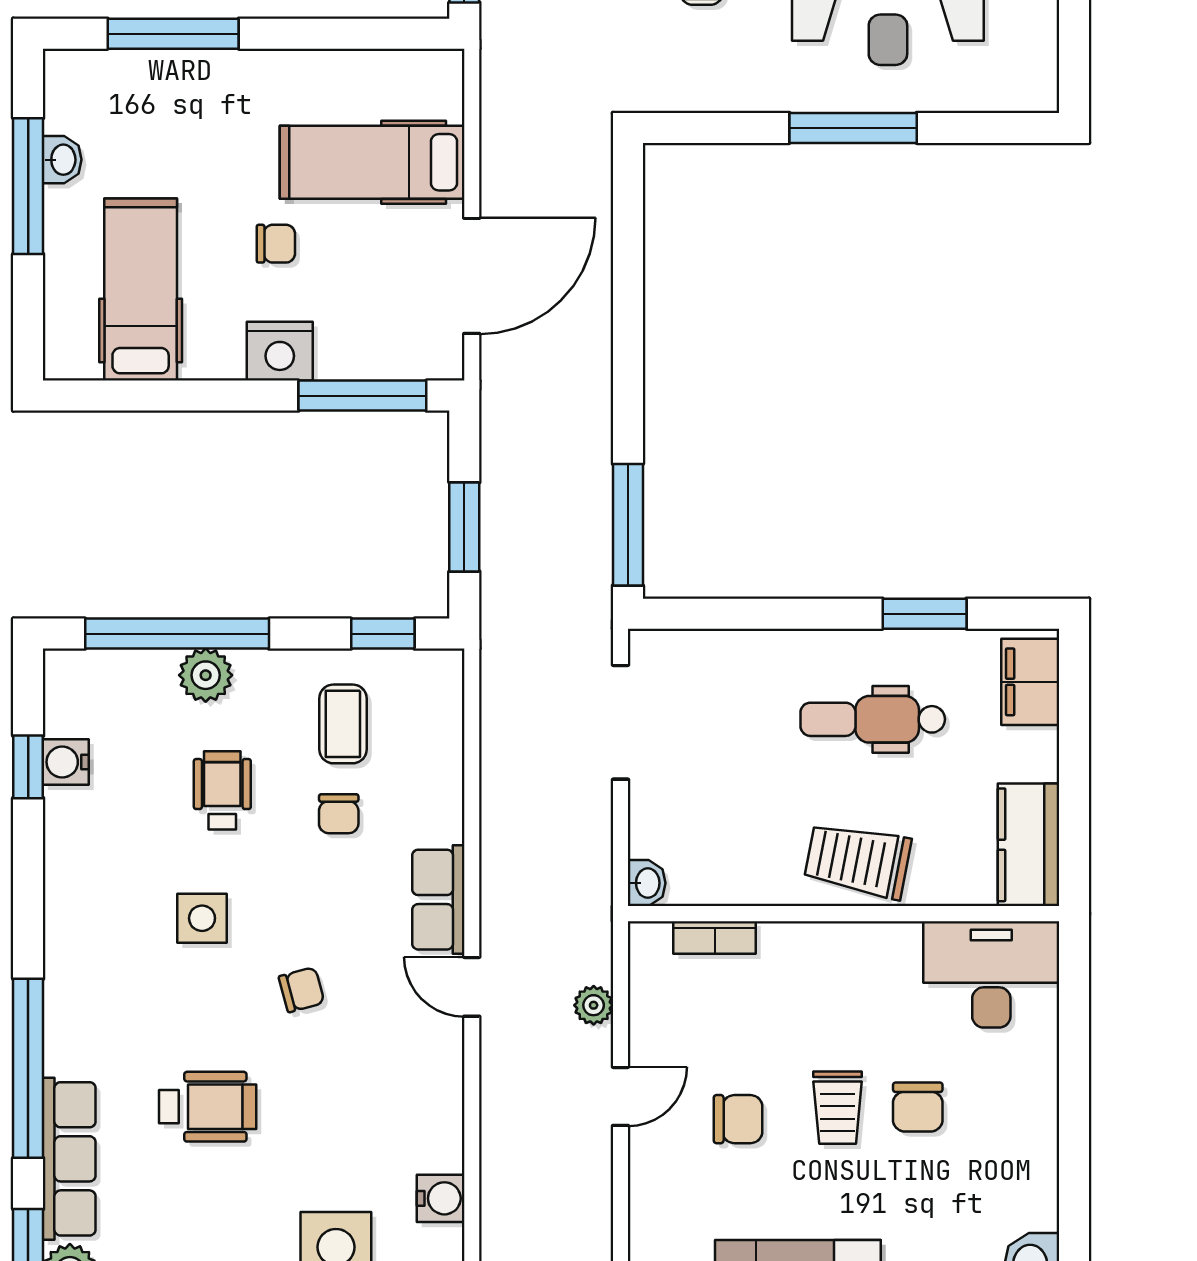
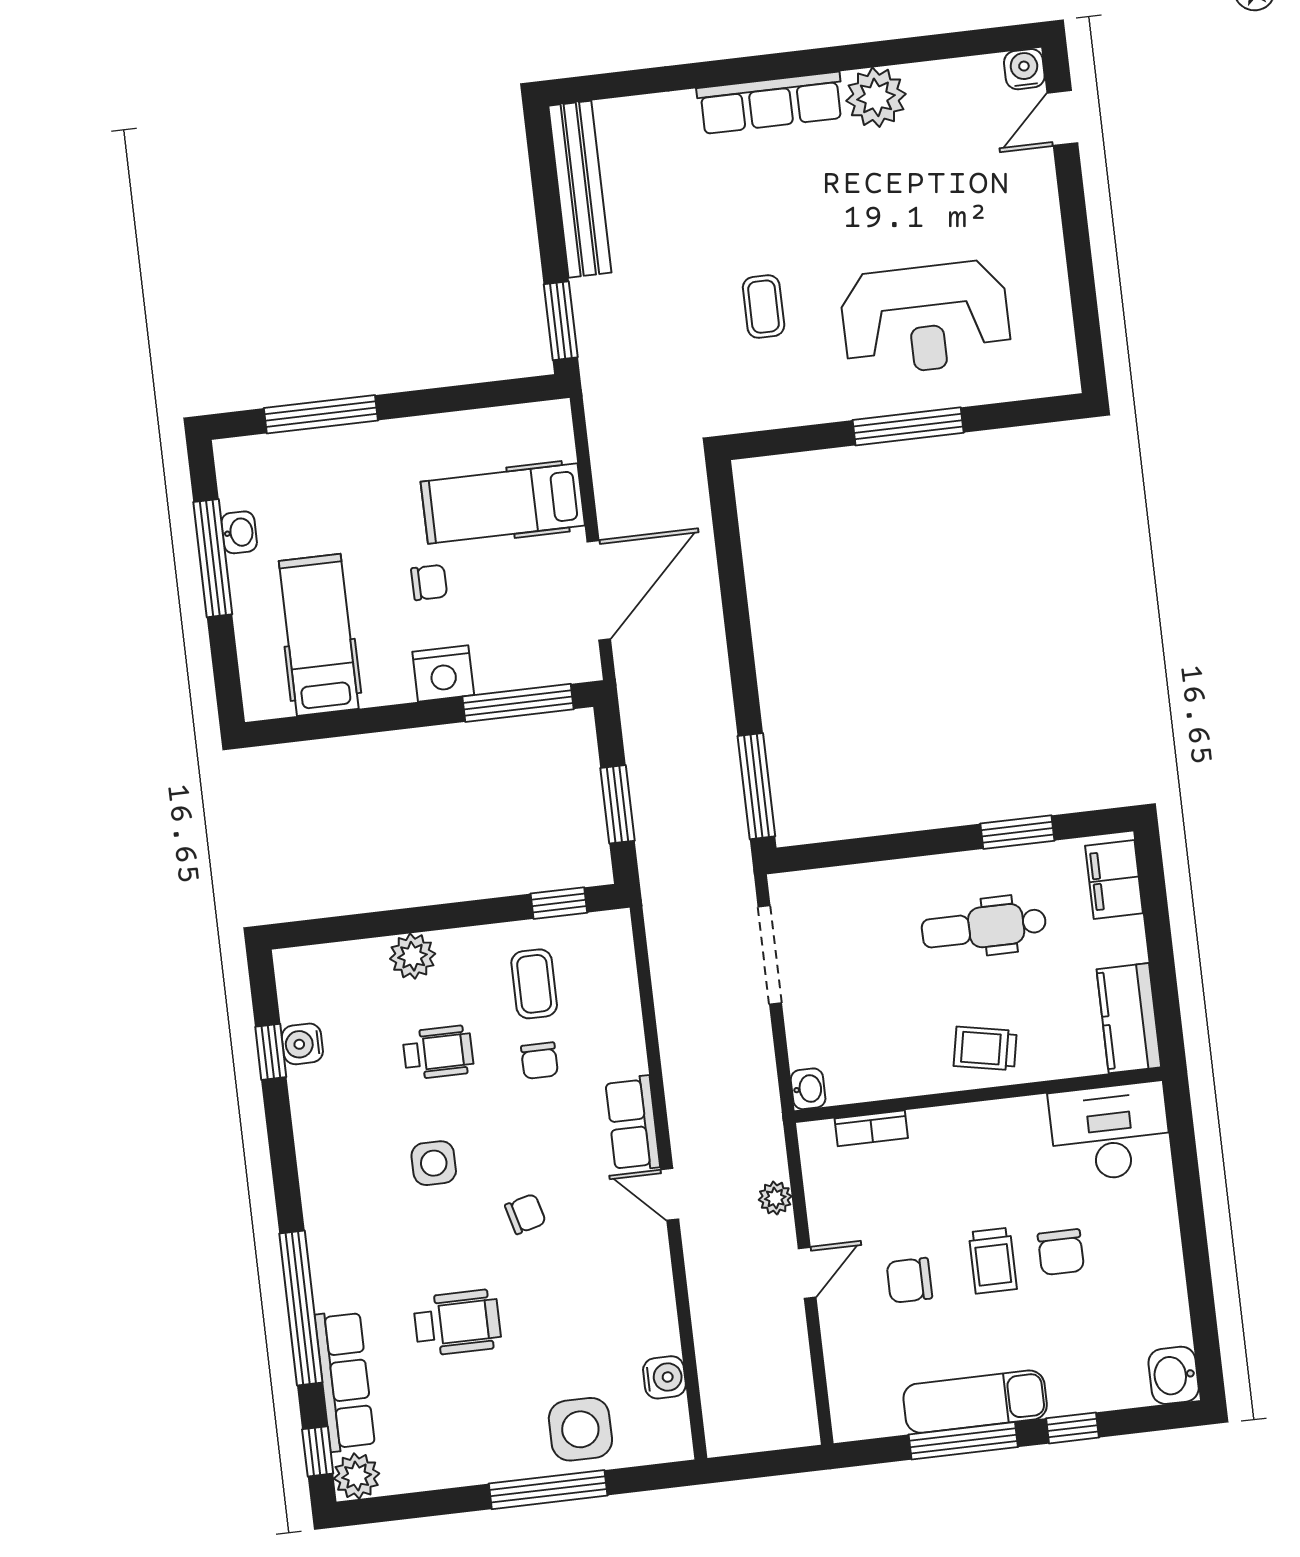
window: (177, 634) -> (384, 924), removed
wheelchair: (222, 790) -> (438, 1052), turned 90
trolley: (858, 860) -> (985, 1048), width x0.73, depth x0.72
chair: (738, 1119) -> (909, 1280), turned 180

